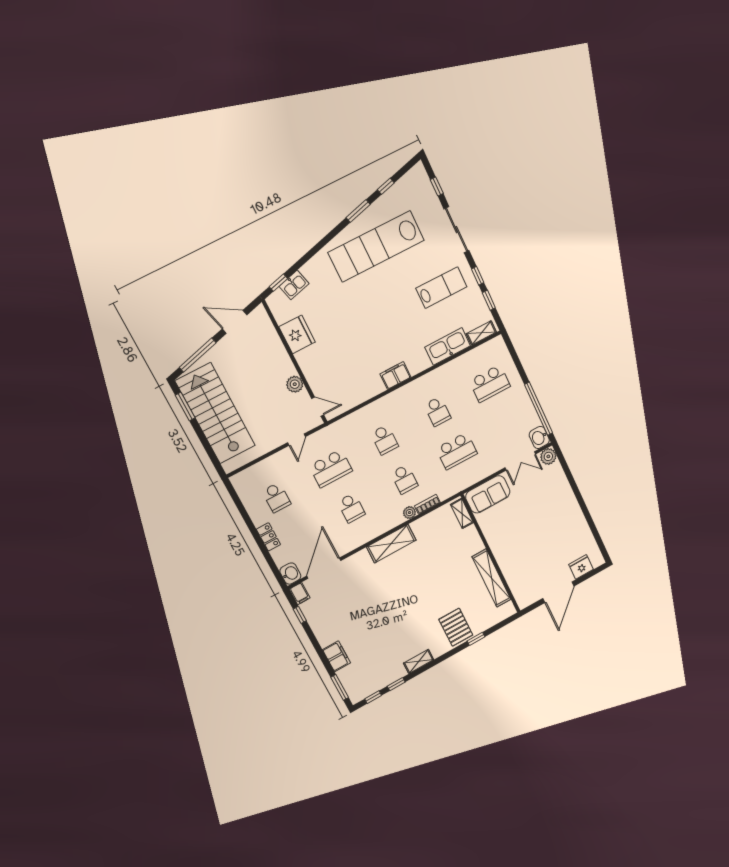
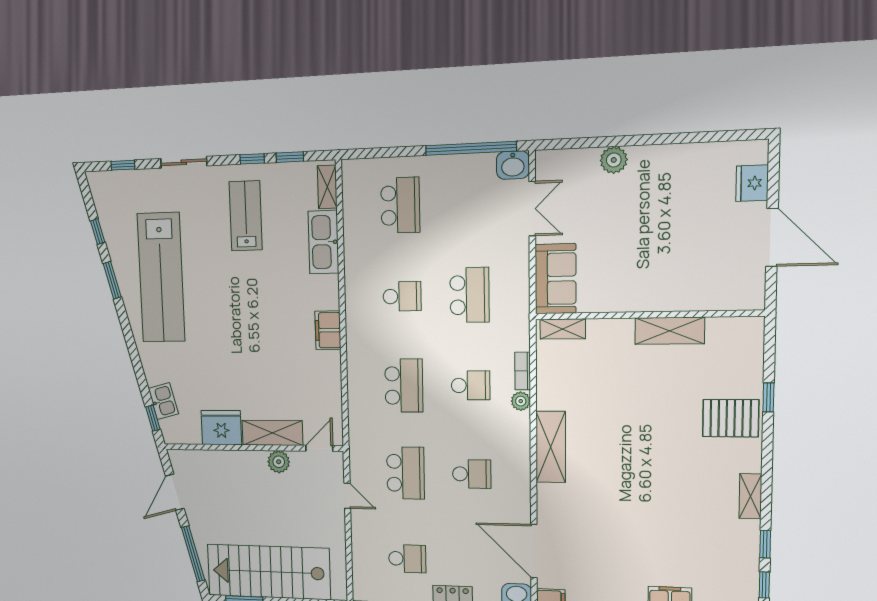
sliding door: (457, 230) -> (184, 162), width x0.73
shelving: (312, 371) -> (272, 433), added
school desk: (385, 440) -> (404, 386), width x1.85
plant: (548, 456) -> (614, 160), moved
shelving: (492, 578) -> (670, 331), width x0.68

